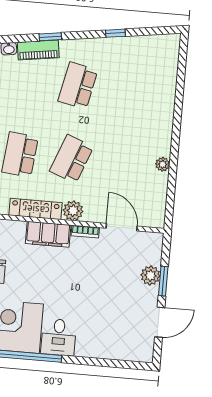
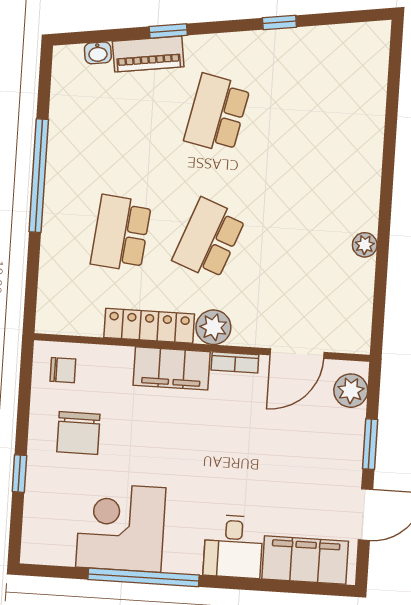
door: (122, 227) -> (297, 354), swing flipped
plant: (150, 275) -> (351, 391), moved
desk: (59, 337) -> (233, 547), moved
filing cabinet: (124, 348) -> (305, 560), added

